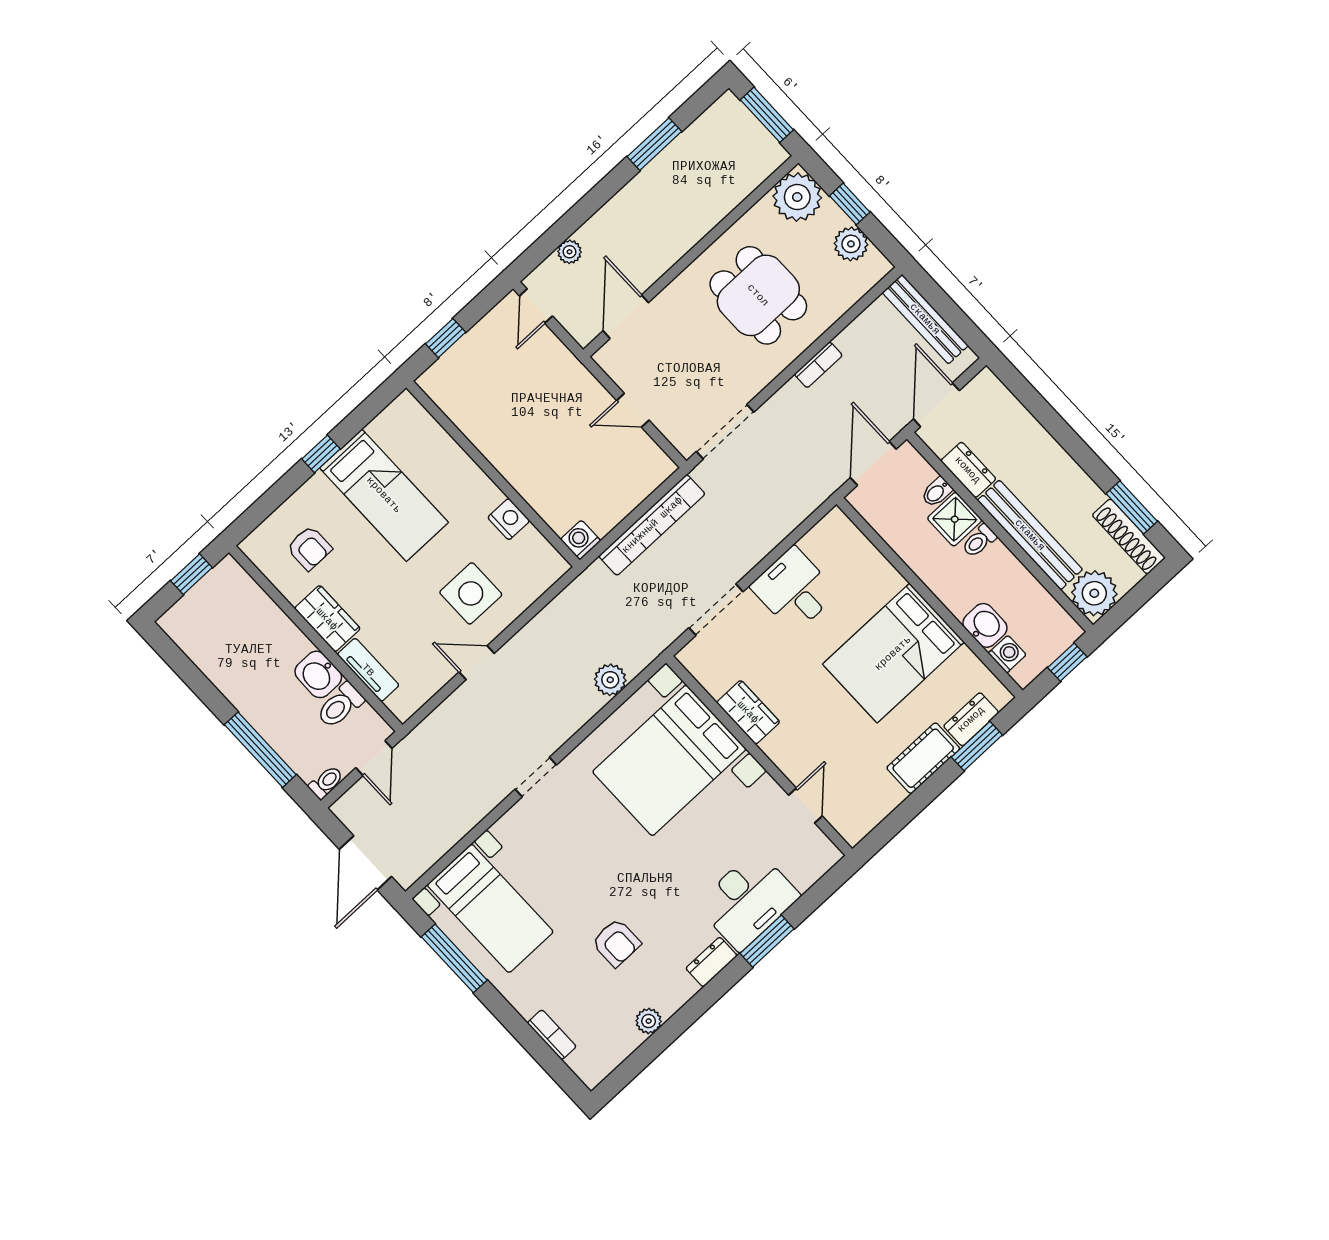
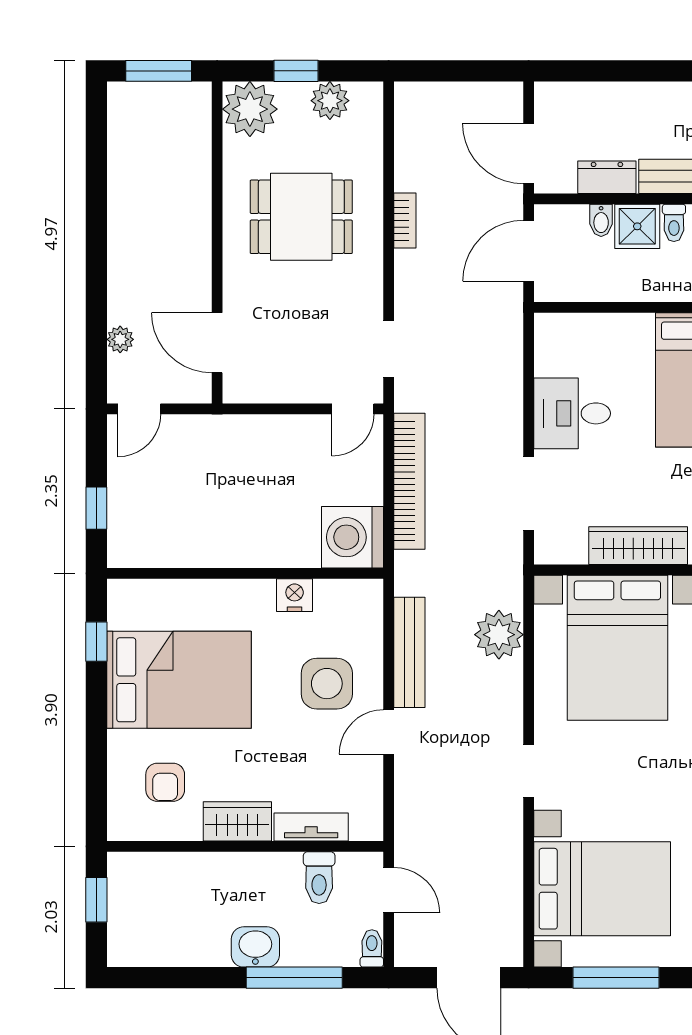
window: (654, 144) -> (96, 186), removed
door: (536, 306) -> (139, 409), hinge flipped
bench: (925, 319) -> (409, 652), moved, turned 90
door: (633, 410) -> (353, 409), moved
doorway: (725, 432) -> (389, 349), width x0.73
window: (321, 454) -> (96, 642), moved
door: (873, 463) -> (529, 251), hinge flipped
bed: (384, 495) -> (179, 680), width x1.50
washing machine: (581, 540) -> (352, 537), width x1.89, depth x1.89
armchair: (309, 548) -> (165, 782), turned 90
washbasin: (318, 674) -> (255, 947), moved, turned 180
plant: (610, 680) -> (499, 635), width x1.36, depth x1.36
wardrobe: (748, 712) -> (638, 546), width x1.50
bed with nightstands: (490, 908) -> (602, 889), width x1.36

